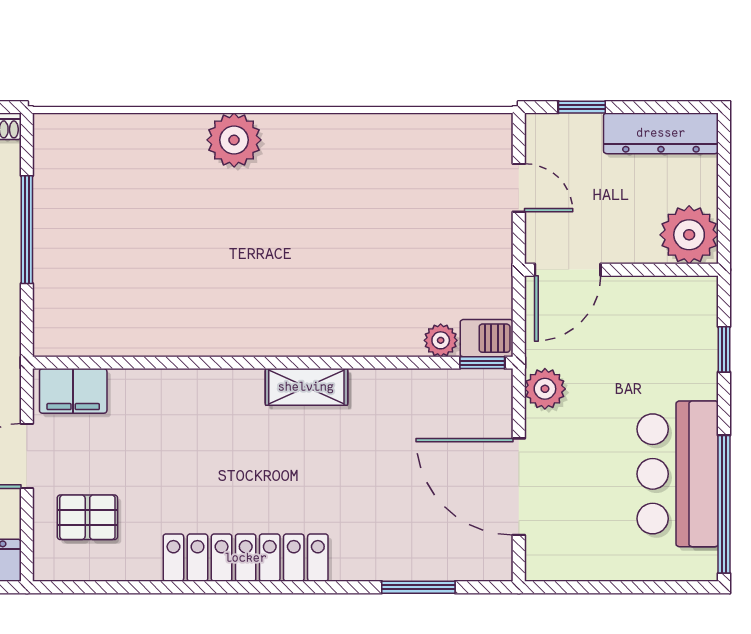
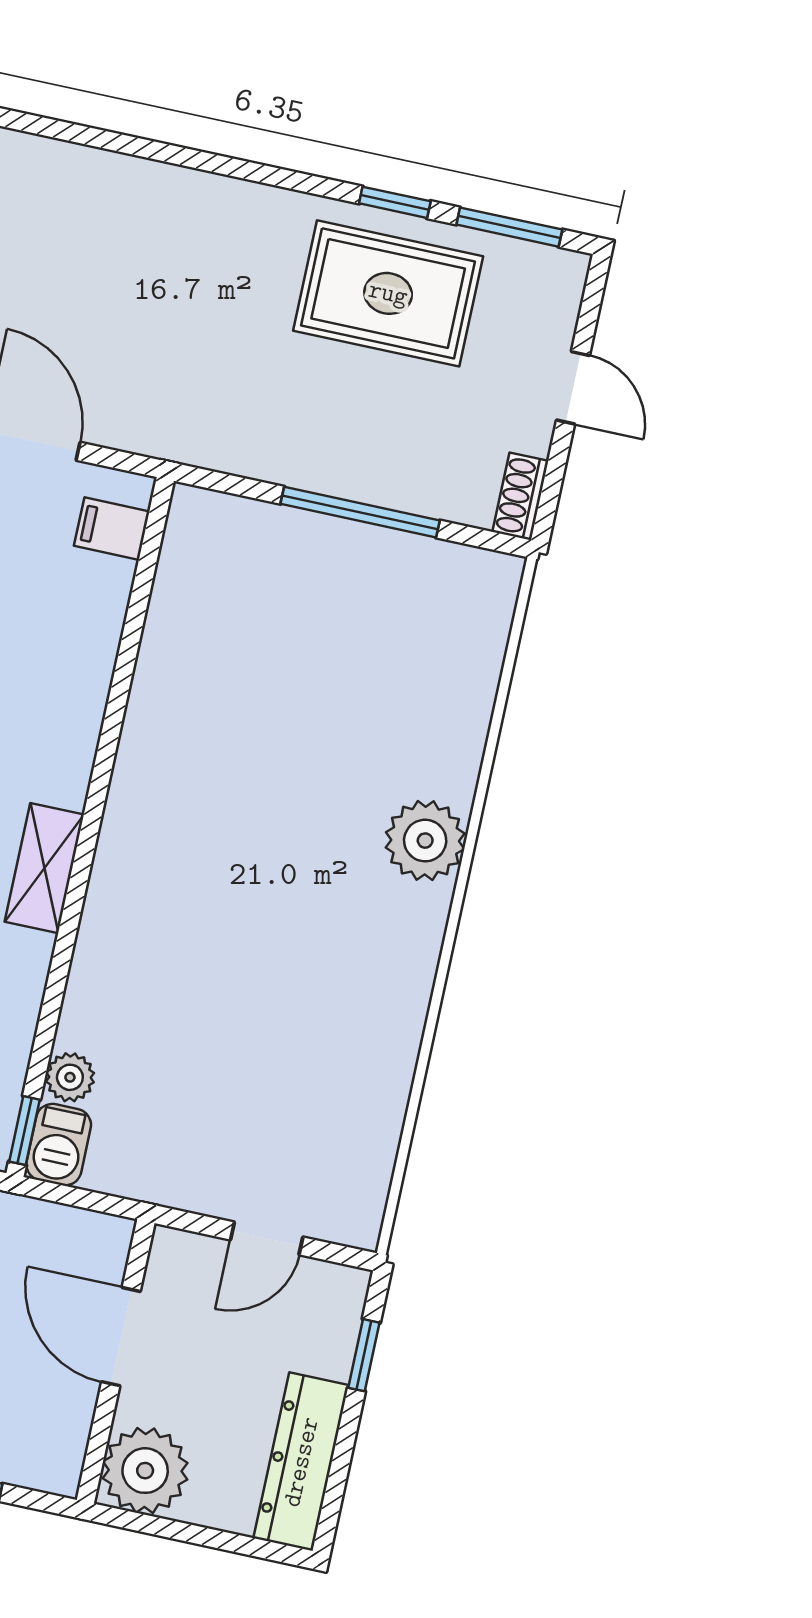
door: (568, 270) -> (121, 1337), moved
filing cabinet: (73, 391) -> (112, 529), width x0.50

